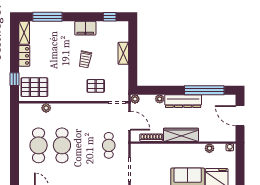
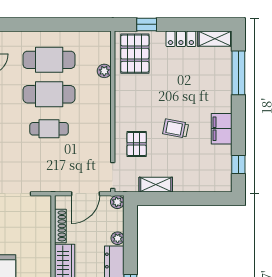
shelving: (123, 53) -> (156, 185), moved
cafe table: (109, 145) -> (49, 129), moved

